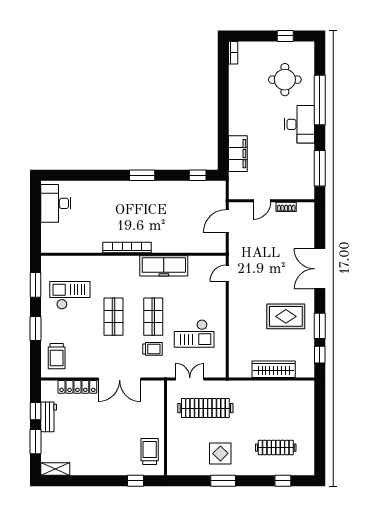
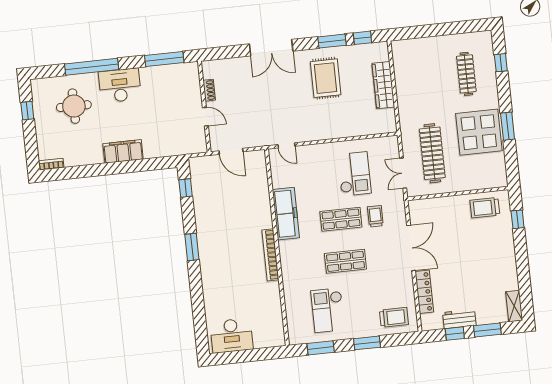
filing cabinet: (238, 154) -> (123, 151), moved
display table: (220, 453) -> (479, 132), width x1.86, depth x1.86

